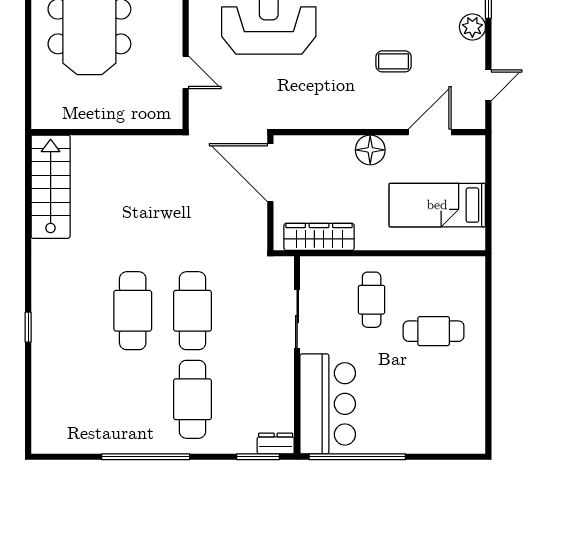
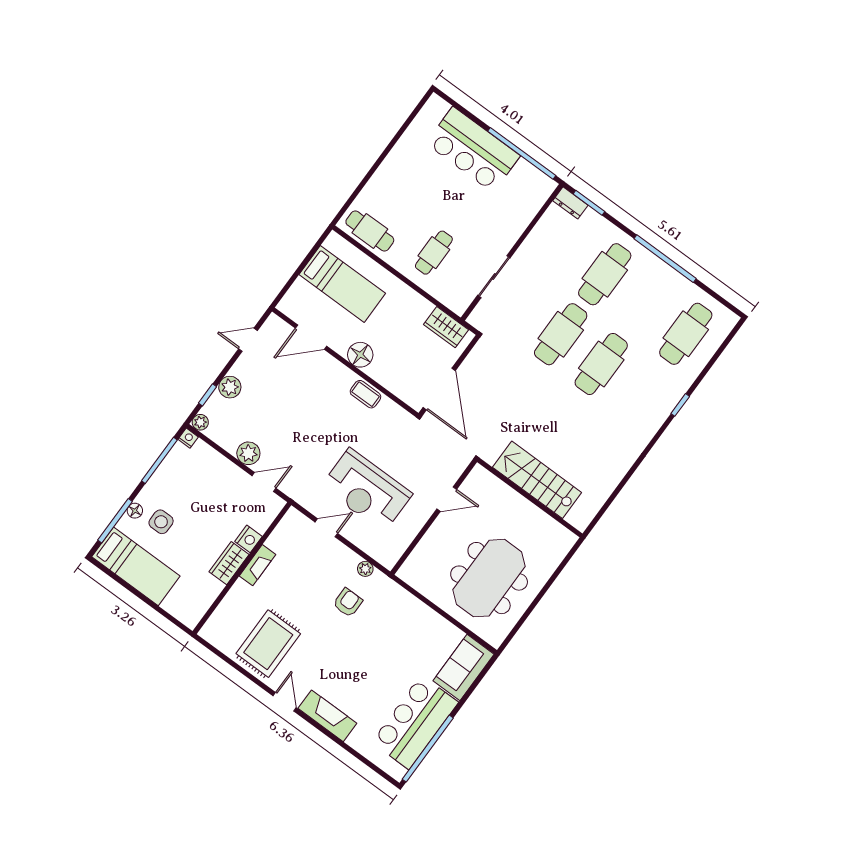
coffee table: (394, 61) -> (365, 394), moved
door: (186, 72) -> (447, 499), swing flipped
stairs: (51, 187) -> (537, 480), moved, turned 90
wardrobe: (319, 237) -> (446, 327), width x0.67
cafe table: (434, 331) -> (370, 231), moved
cafe table: (73, 399) -> (686, 334), added
bar counter: (328, 404) -> (473, 149), moved, turned -90

